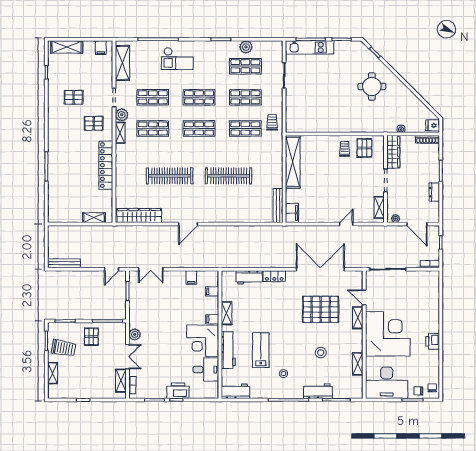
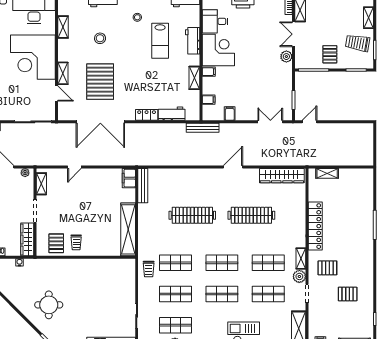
bench: (64, 263) -> (203, 128), moved
pallet: (321, 309) -> (100, 82), turned 90
workbench: (228, 350) -> (193, 41), width x0.73

